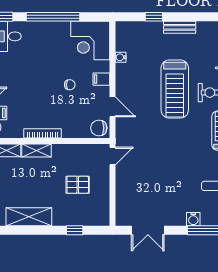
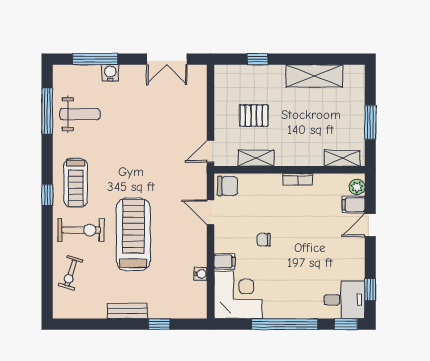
filing cabinet: (101, 79) -> (224, 261), moved
bookcase: (42, 133) -> (298, 179), width x0.64
shelving: (36, 151) -> (256, 158), moved
double door: (148, 230) -> (167, 59), swing flipped

